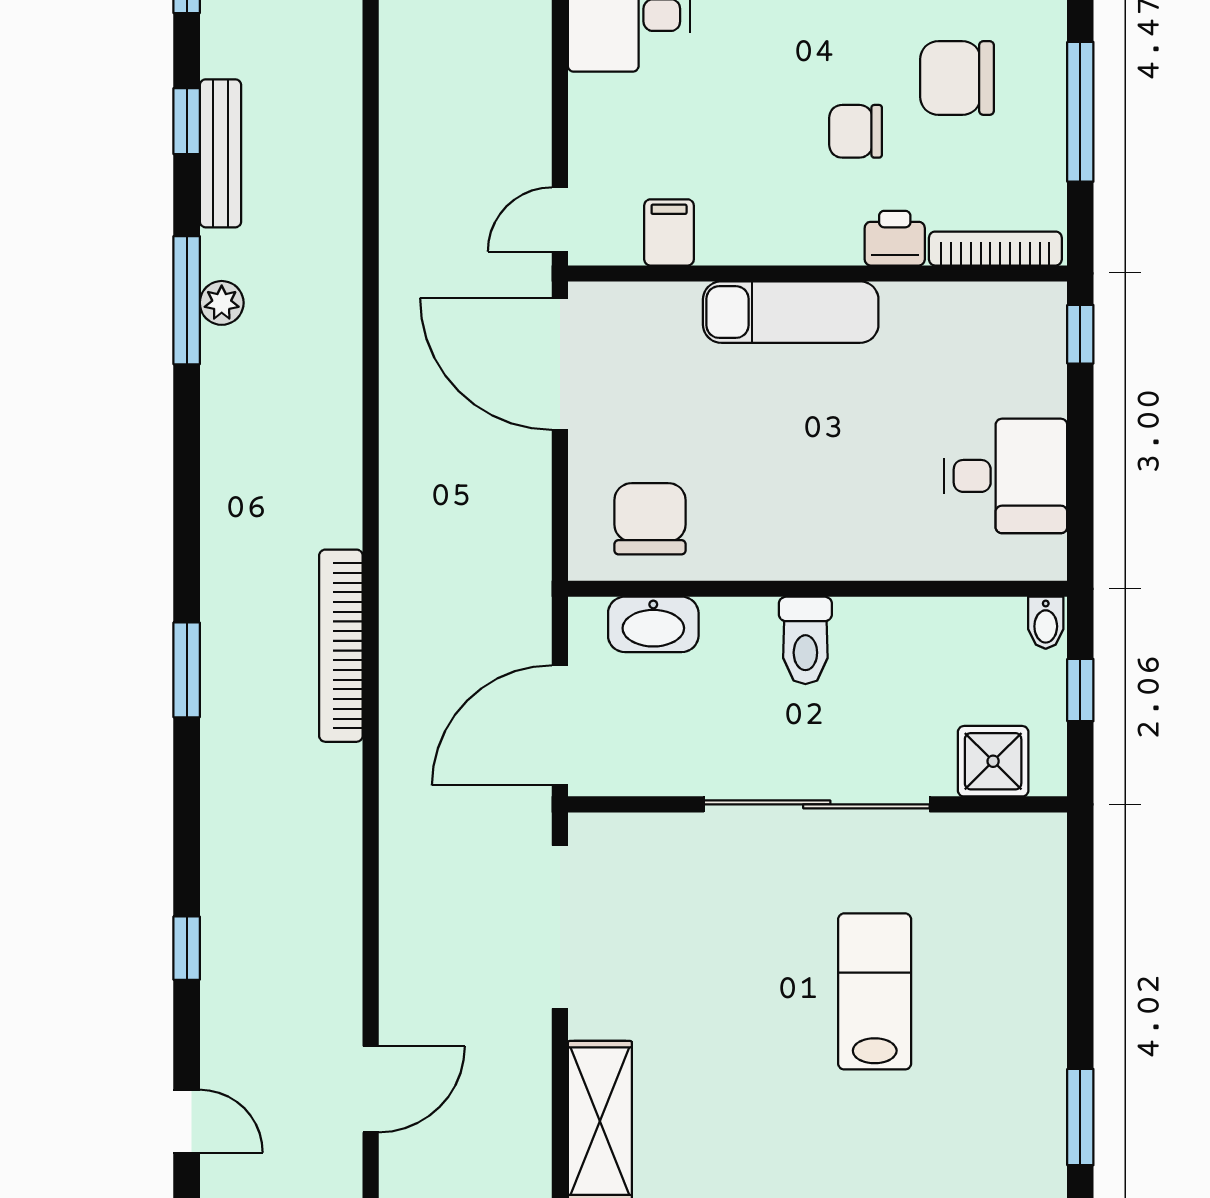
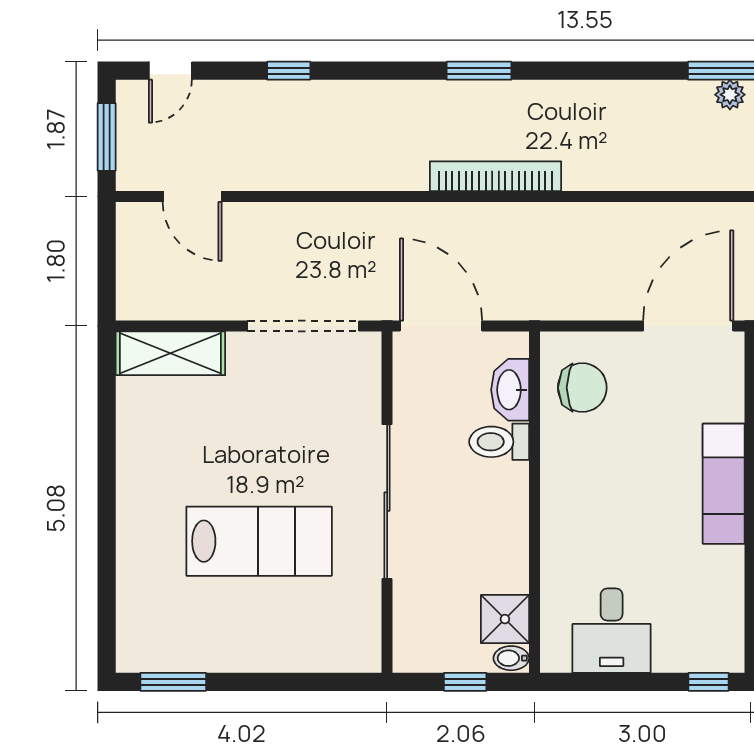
toilet: (805, 640) -> (499, 442), moved
shower: (993, 761) -> (505, 619), moved
lab bench: (875, 991) -> (259, 541), width x1.36, depth x1.39

